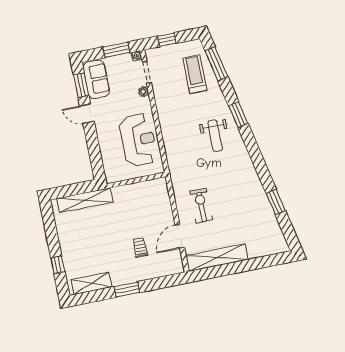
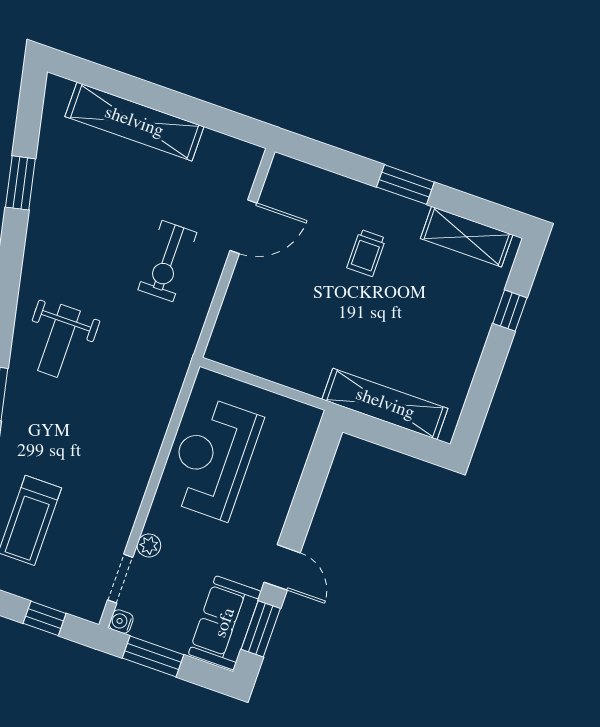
weight bench: (215, 136) -> (59, 341), moved, turned 180
trolley: (140, 248) -> (366, 253), moved
shelving: (217, 258) -> (134, 122), moved

